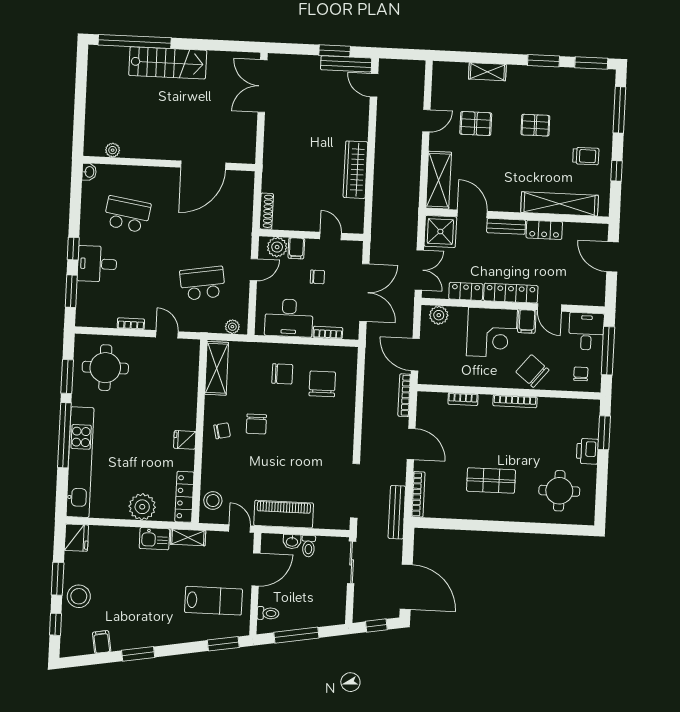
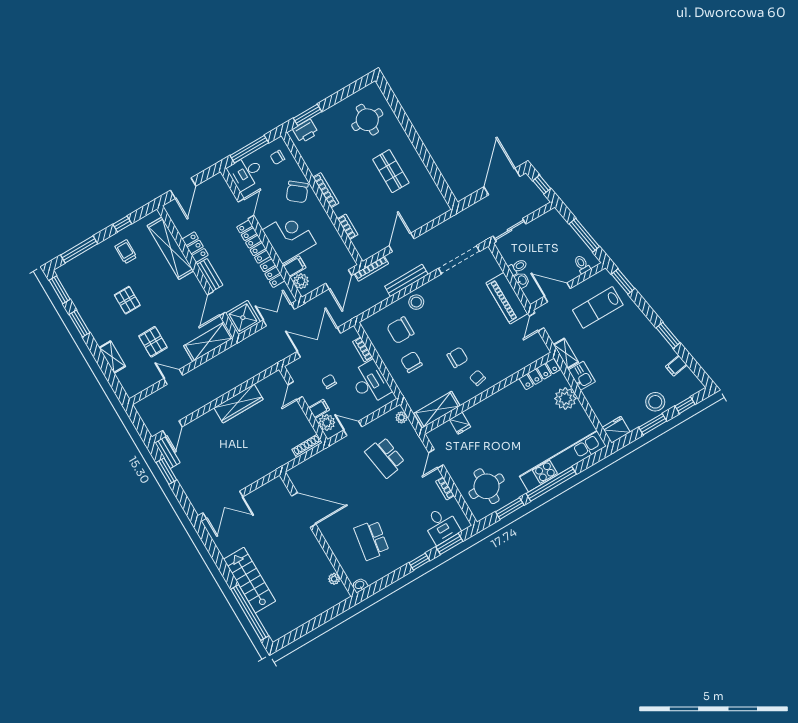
bench: (346, 64) -> (167, 453), width x0.73
desk: (97, 264) -> (441, 525), moved
filing cabinet: (527, 321) -> (294, 267), moved
fridge: (185, 440) -> (460, 423), moved
printer: (587, 451) -> (306, 131), moved
bookcase: (418, 494) -> (433, 215), removed
stool: (213, 501) -> (416, 302), moved
bench: (397, 512) -> (406, 280), moved
lab bench: (213, 601) -> (598, 307), turned -90

